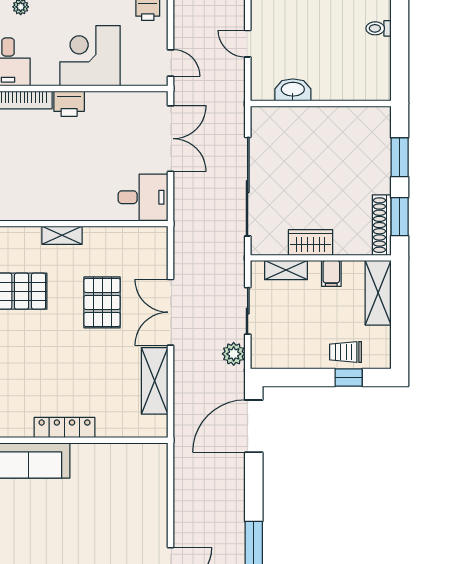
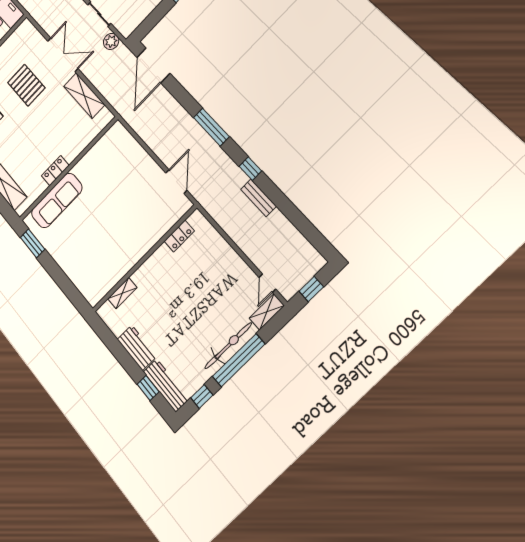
double door: (171, 312) -> (63, 55), swing flipped
locker: (64, 428) -> (55, 171), width x0.66

